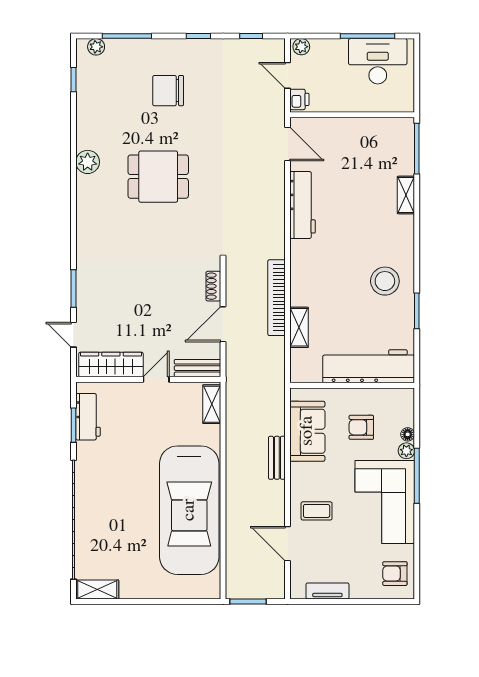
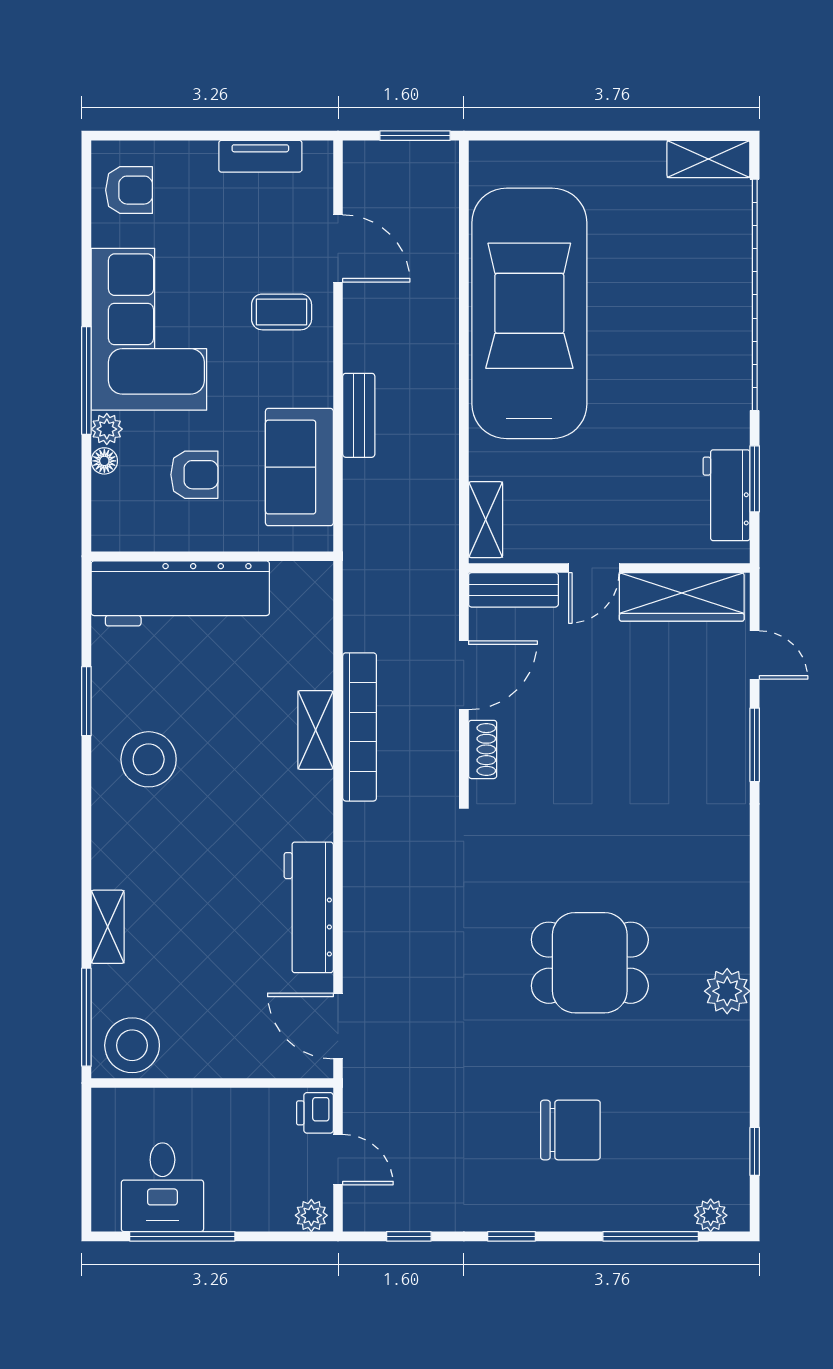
desk: (378, 61) -> (162, 1187), width x0.73
stool: (393, 134) -> (132, 1045), added
shelving: (299, 327) -> (316, 730), moved

